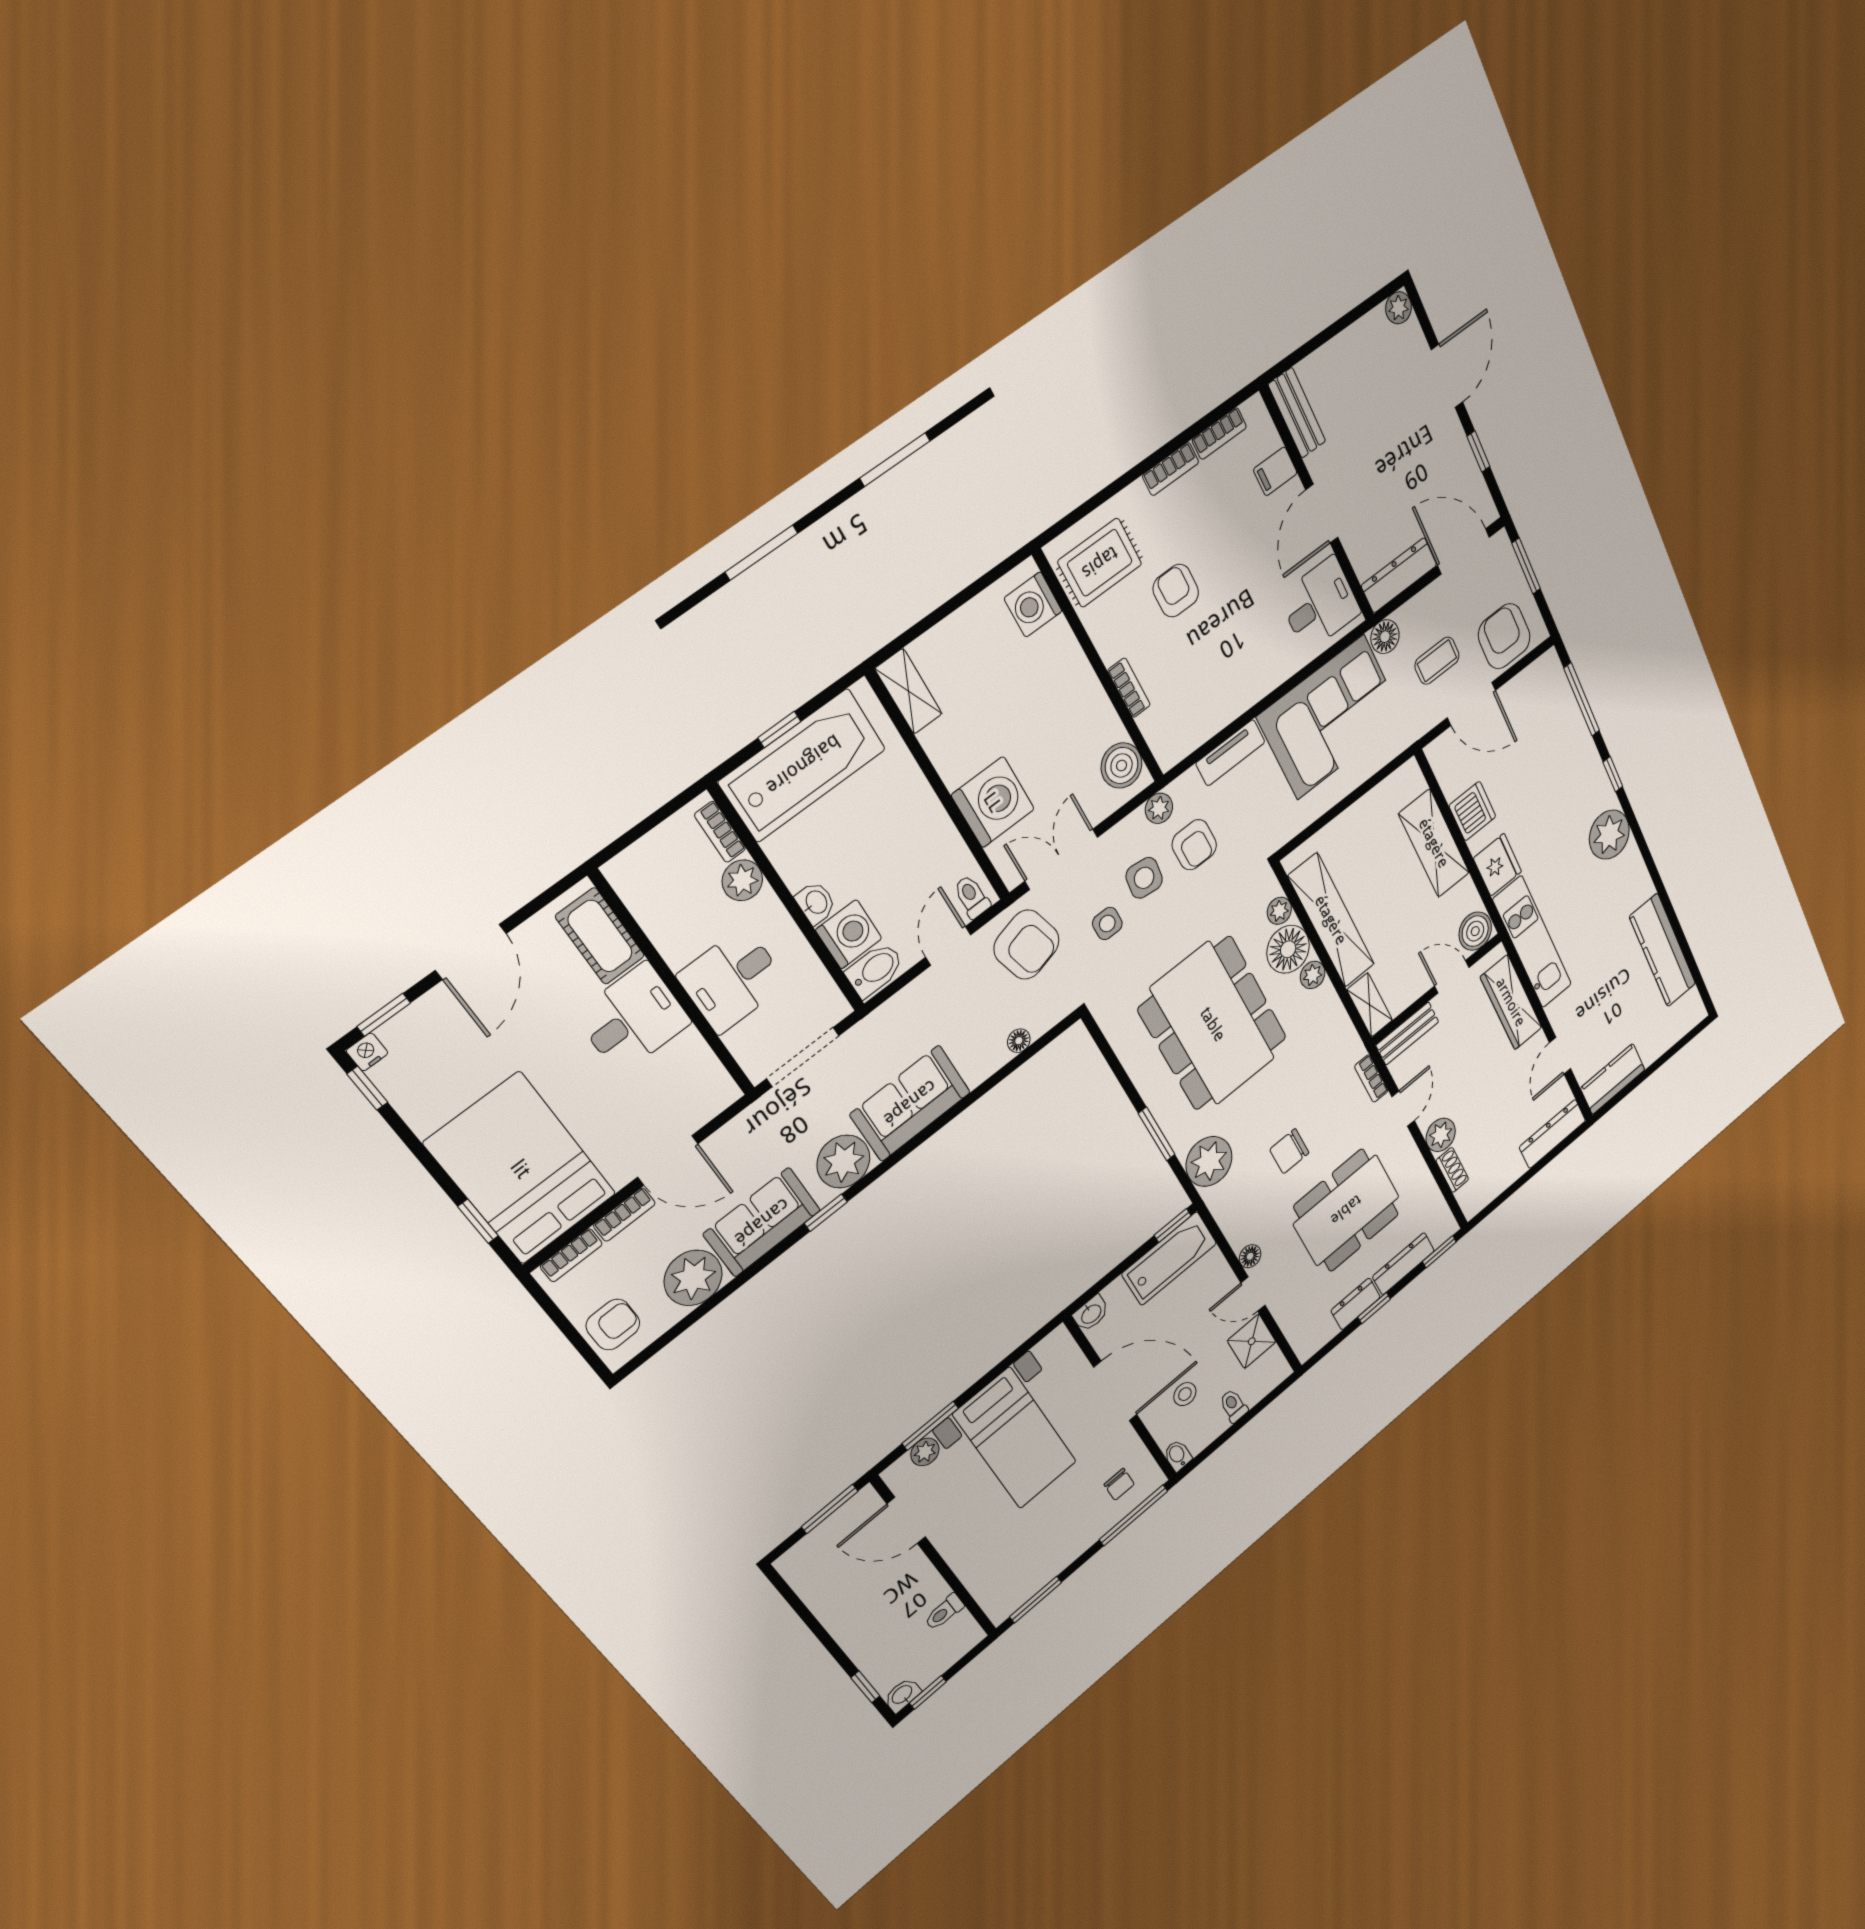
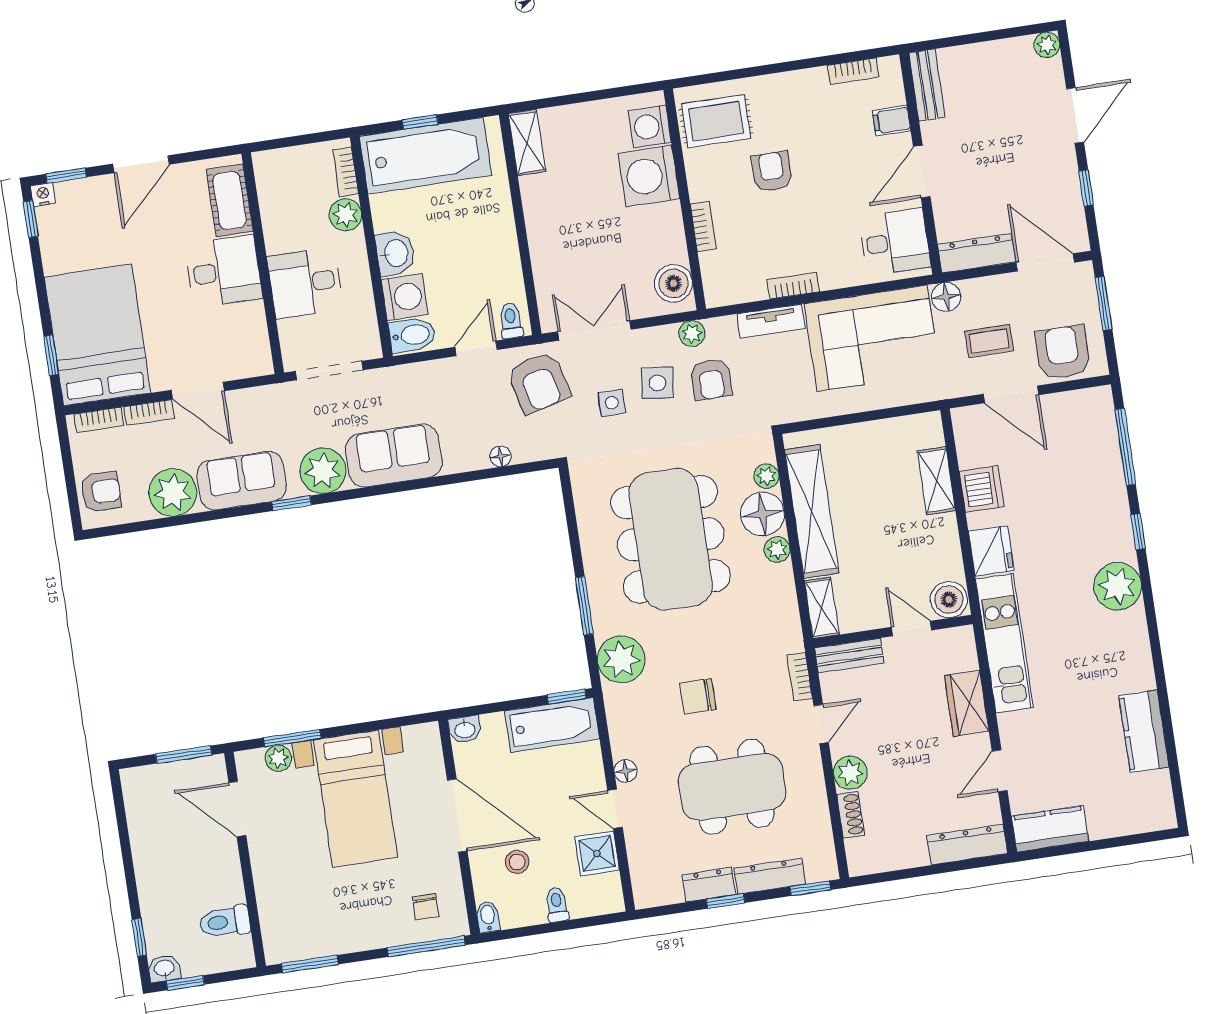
bookcase: (1171, 469) -> (793, 286), moved, turned 180
washing machine: (993, 802) -> (649, 176), moved, turned 180
shelving: (1434, 843) -> (936, 481), width x0.67, depth x0.75
washbasin: (816, 903) -> (395, 253), width x1.38, depth x1.45
kitchen counter: (1663, 950) -> (1144, 731), width x0.67
wardrobe: (1511, 1002) -> (967, 703), width x0.67
toilet: (944, 1612) -> (225, 922), width x1.37, depth x1.39

